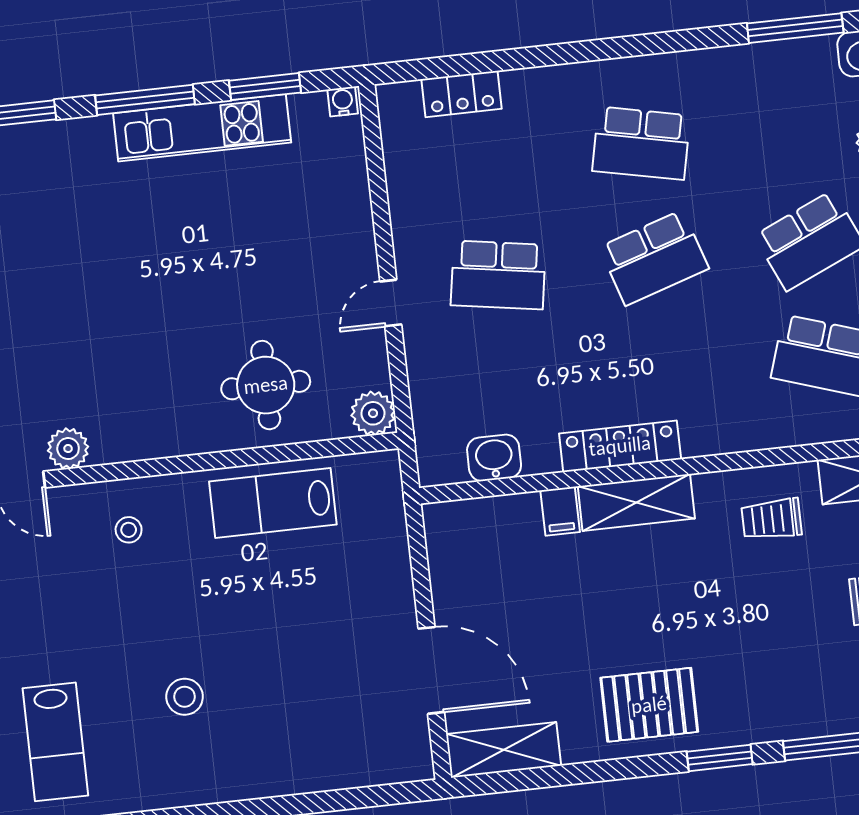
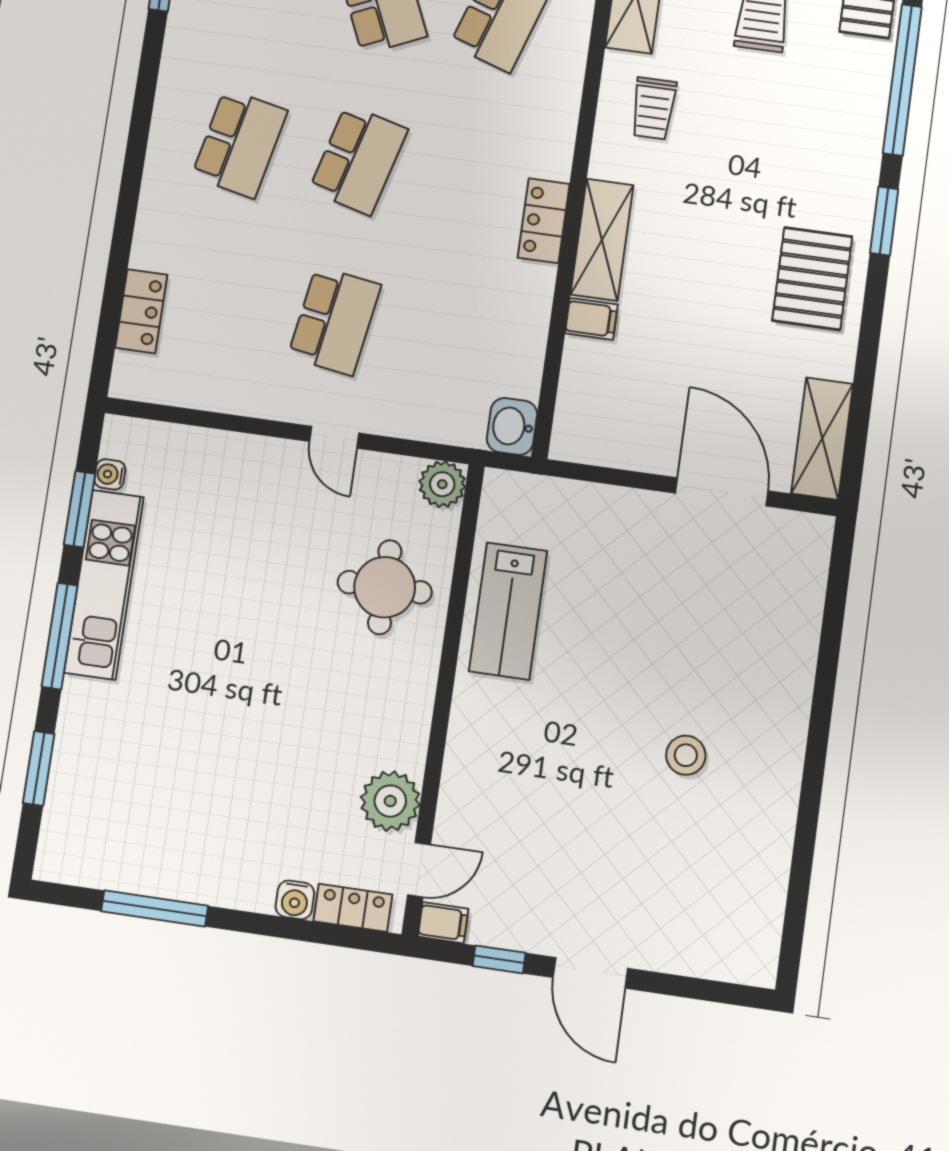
water cooler: (343, 102) -> (110, 474), moved
school desk: (654, 258) -> (358, 160), turned 33
locker: (620, 446) -> (544, 221), width x0.66
plant: (68, 449) -> (390, 801), width x1.36, depth x1.36
washbasin: (494, 458) -> (512, 426), moved
stool: (129, 530) -> (498, 769), removed
door: (431, 670) -> (722, 492), hinge flipped
lab bench: (55, 742) -> (700, 904), removed

